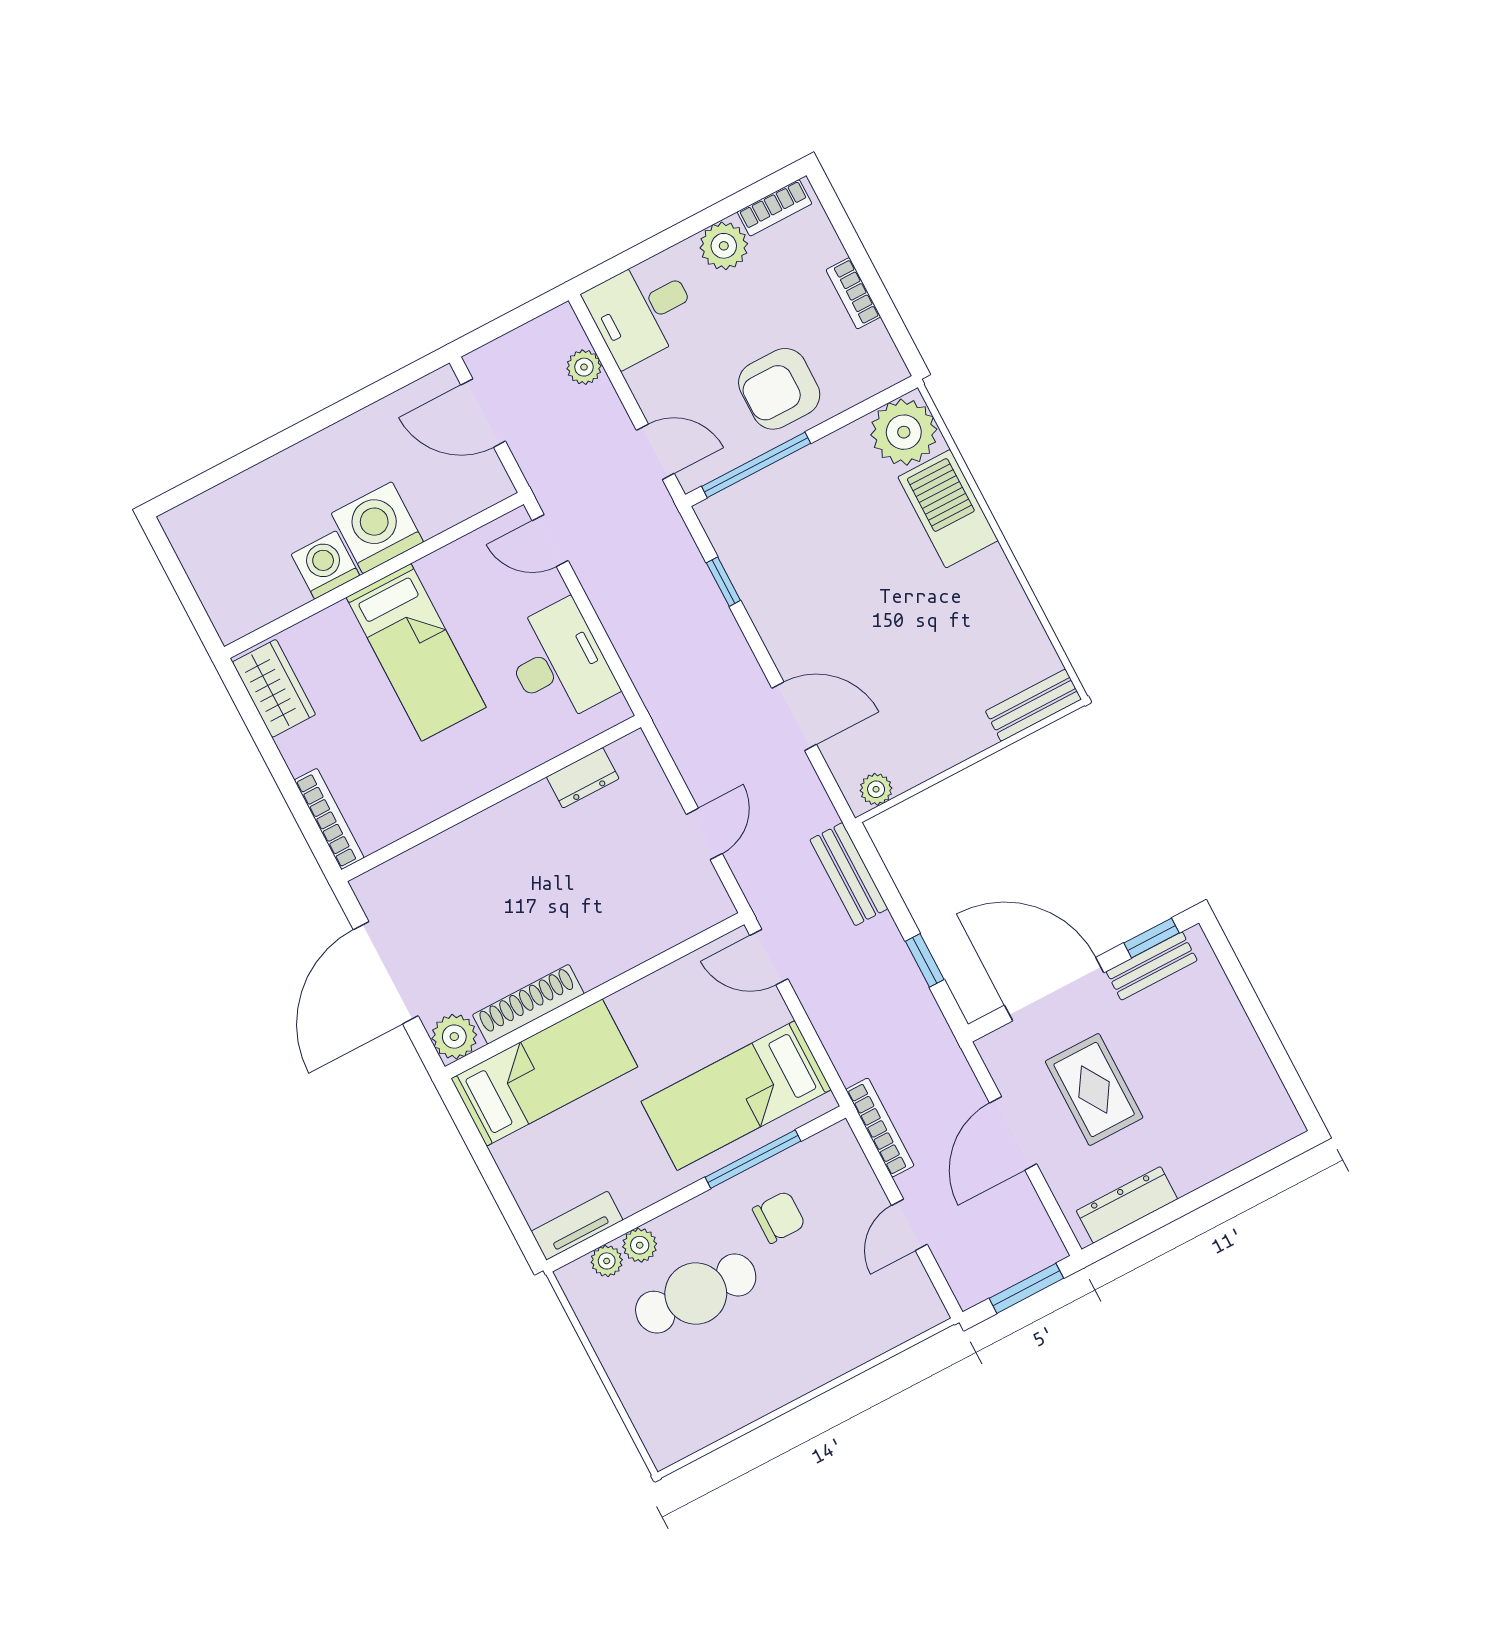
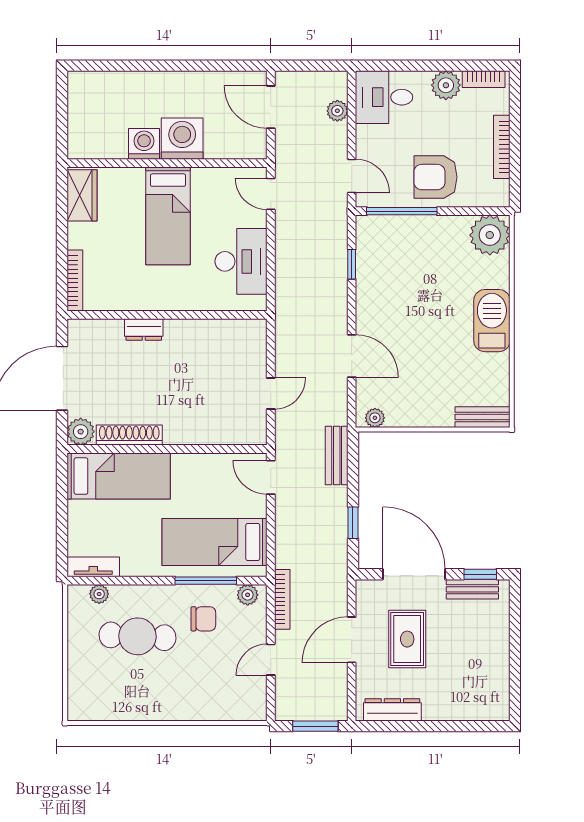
bookcase: (853, 293) -> (502, 147), width x1.56
barbecue: (948, 509) -> (492, 321), moved
dresser: (583, 778) -> (144, 330), moved
plant: (640, 1245) -> (248, 595), moved

